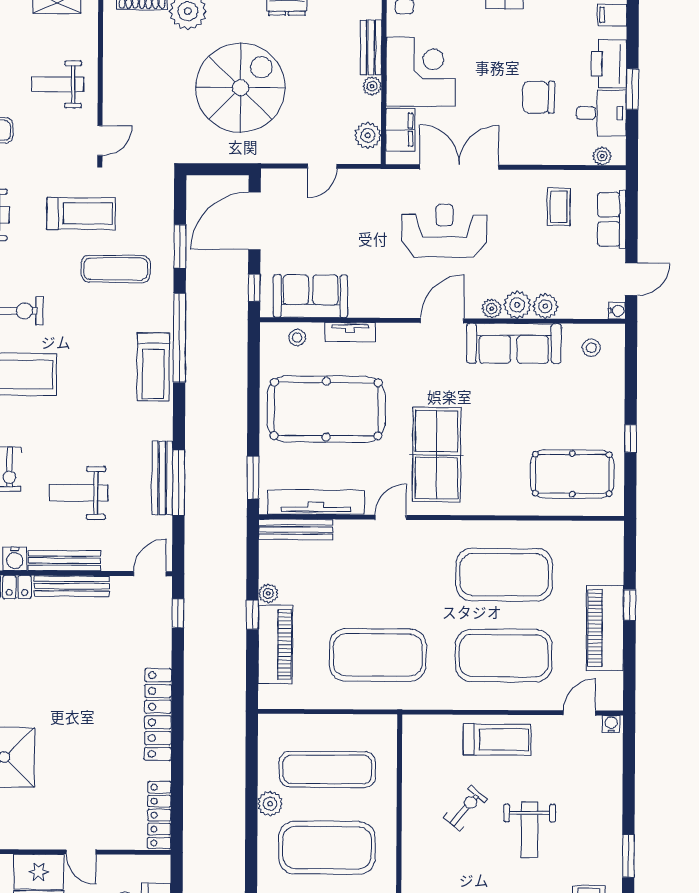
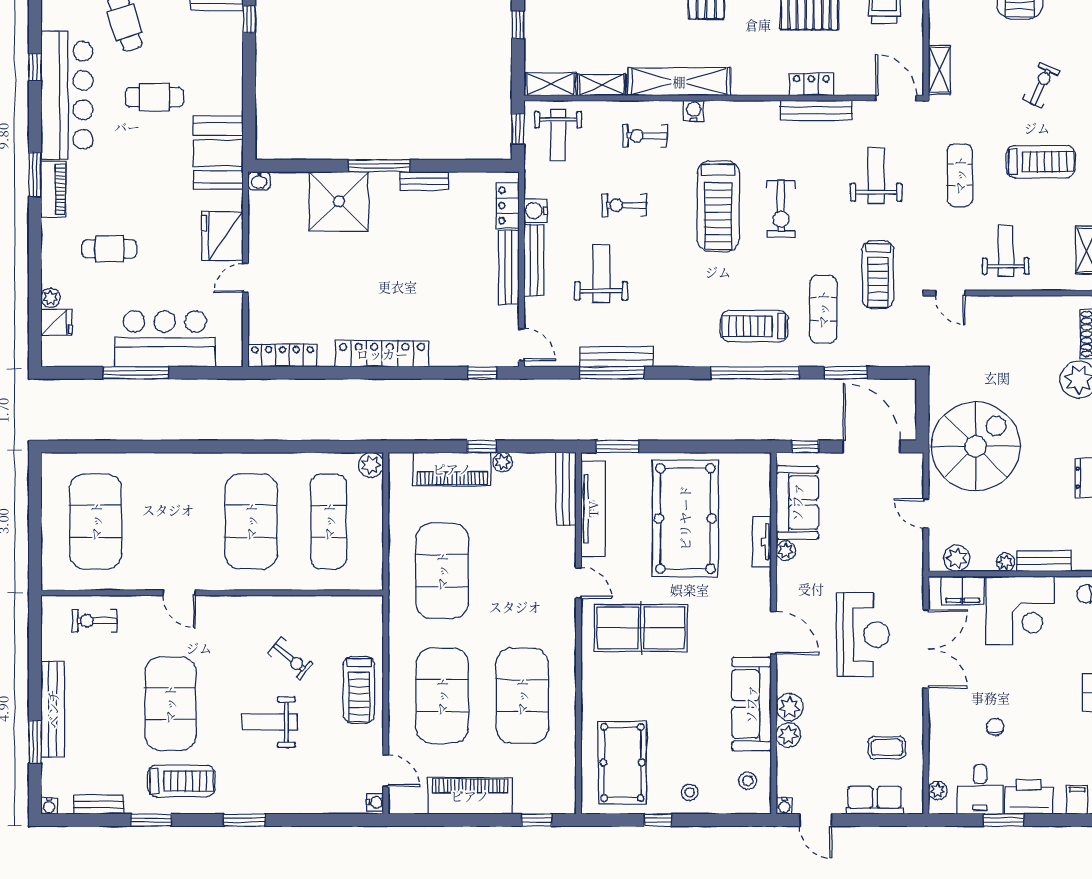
spiral stairs: (240, 88) -> (976, 446), moved, turned -90
chair: (539, 97) -> (995, 727), width x0.54, depth x0.54
plant: (492, 309) -> (786, 551), moved
stool: (297, 337) -> (690, 792), moved
treadmill: (153, 367) -> (754, 326), moved
window: (630, 605) -> (537, 820), moved
plant: (270, 804) -> (371, 465), moved

